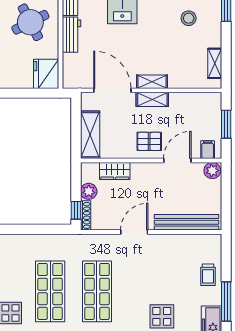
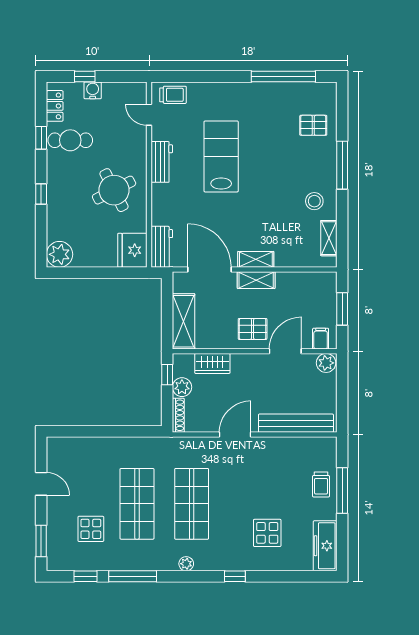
stool: (189, 18) -> (314, 201), moved
workbench: (71, 35) -> (162, 247), moved
window: (76, 210) -> (167, 375), moved
window: (226, 302) -> (342, 491), moved

